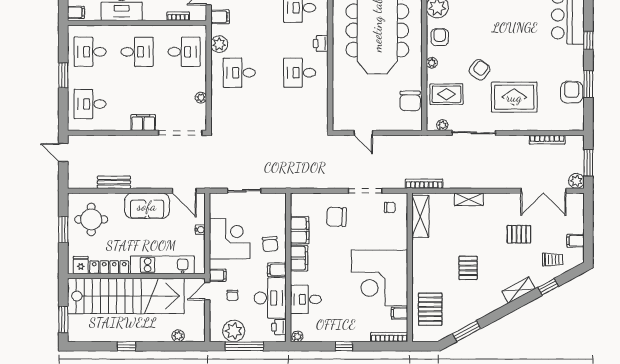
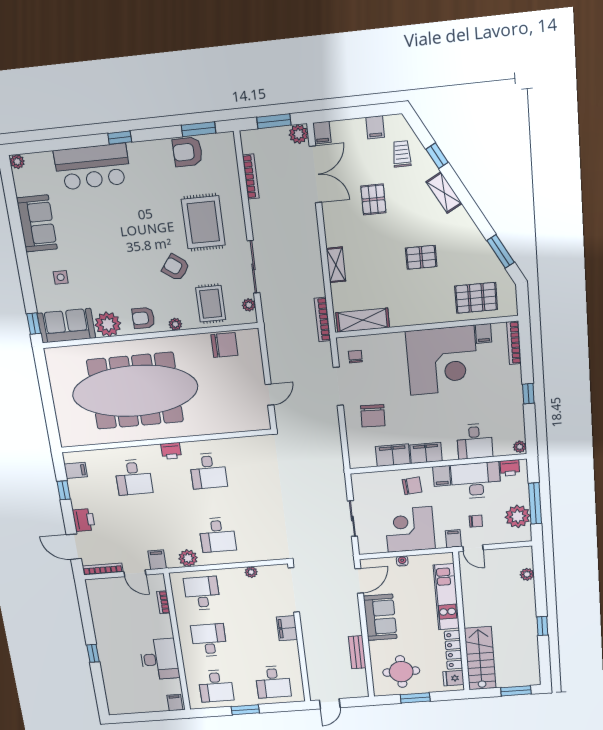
window: (588, 84) -> (199, 129), moved
filing cabinet: (576, 199) -> (322, 133), added
stairs: (126, 296) -> (480, 658), width x0.54, depth x0.66

